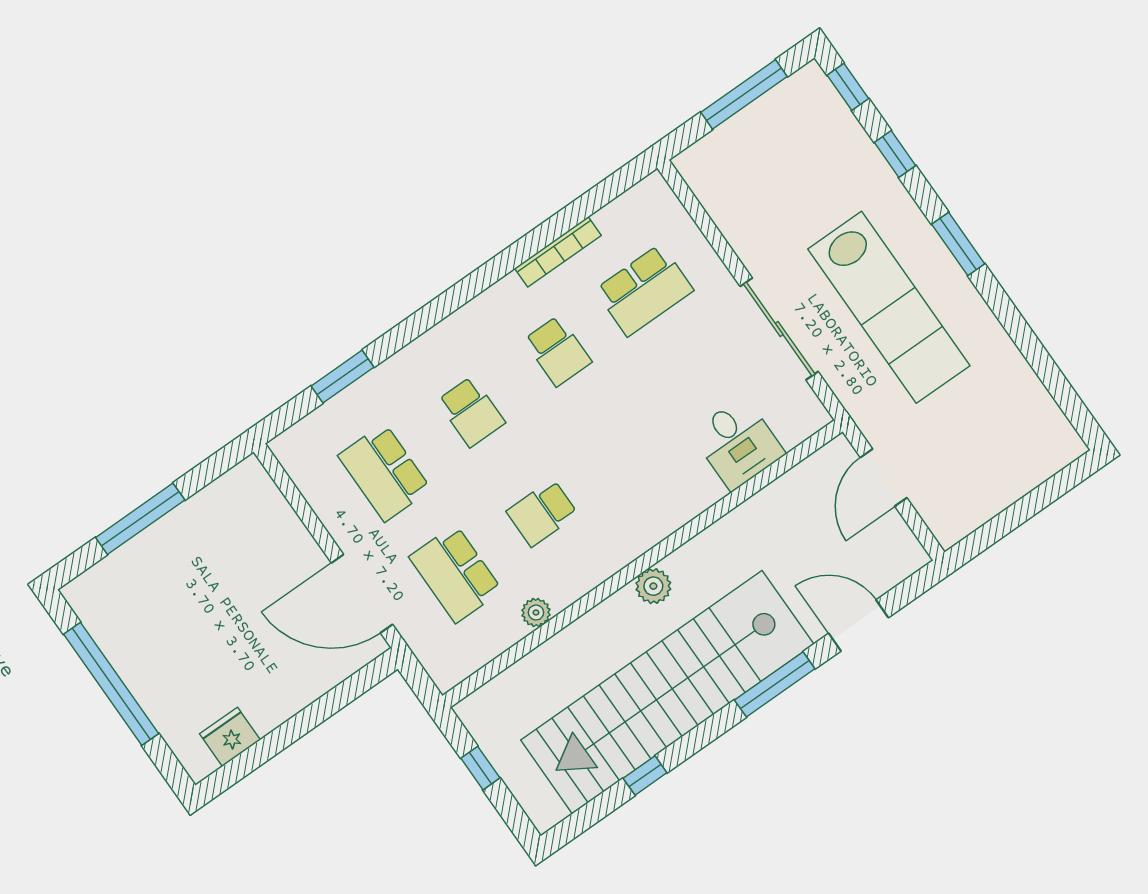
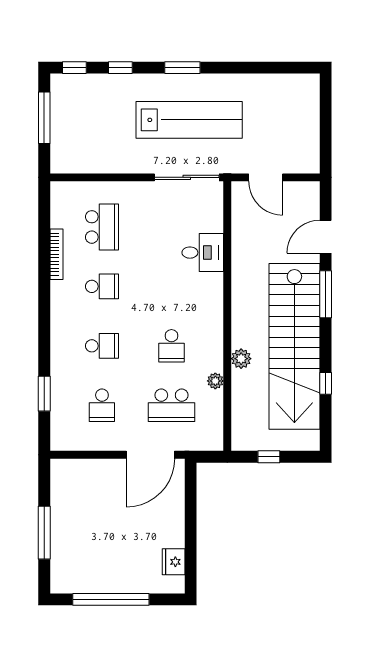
sliding door: (779, 329) -> (187, 177), moved
desk: (738, 443) -> (203, 253), moved
school desk: (385, 473) -> (102, 405), width x0.54
plant: (653, 586) -> (241, 359), moved

